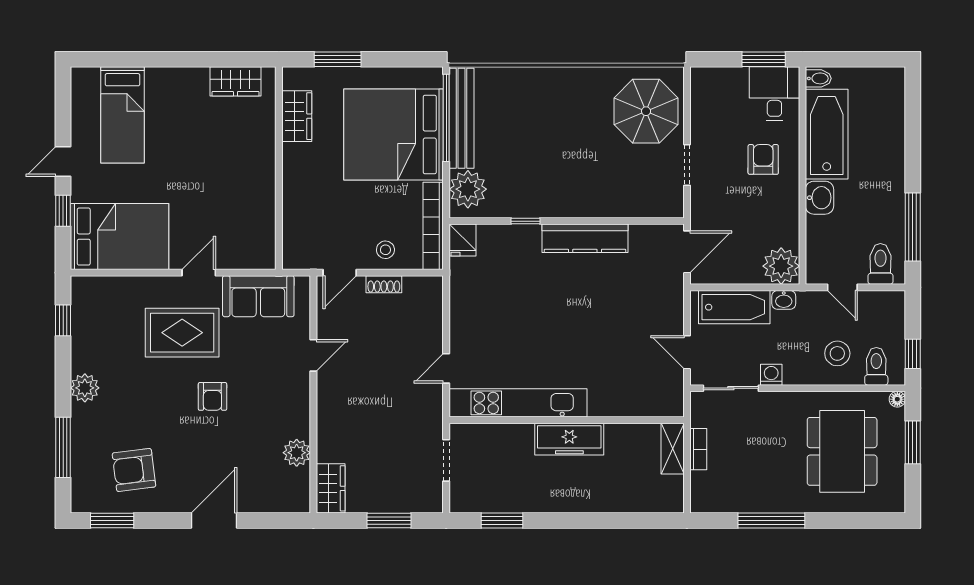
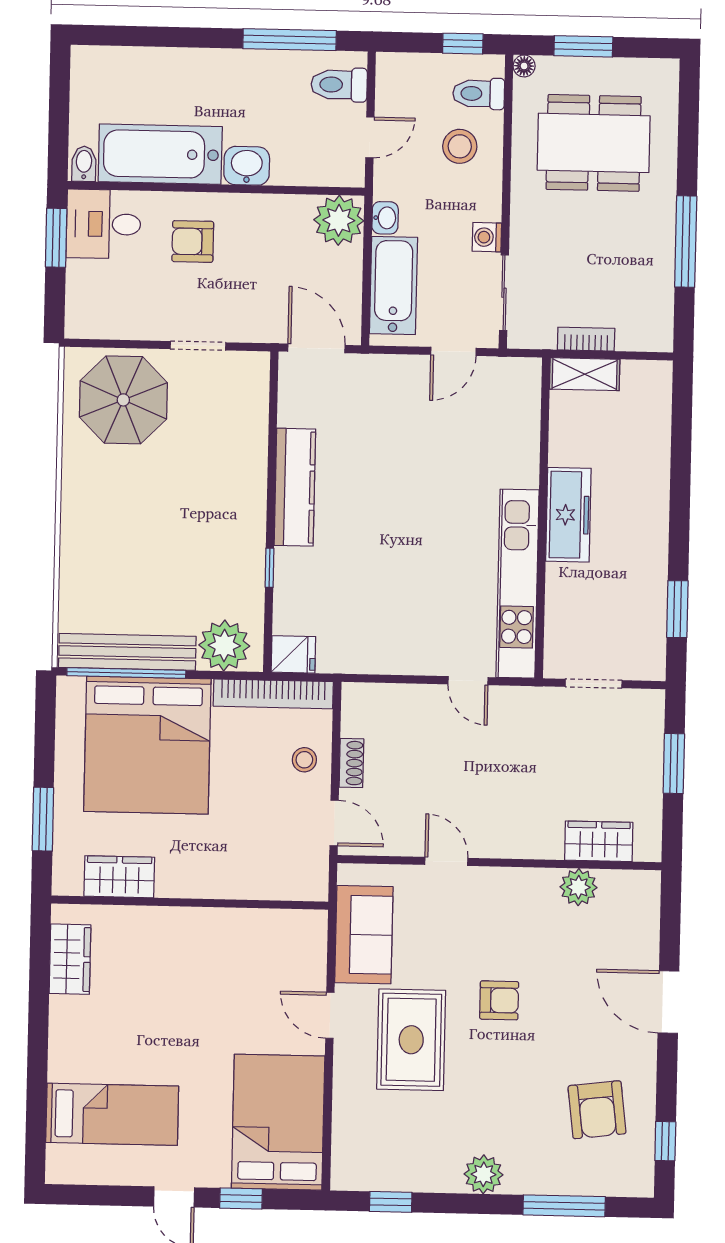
wardrobe: (331, 488) -> (599, 841), moved
window: (112, 520) -> (665, 1141), width x0.67

